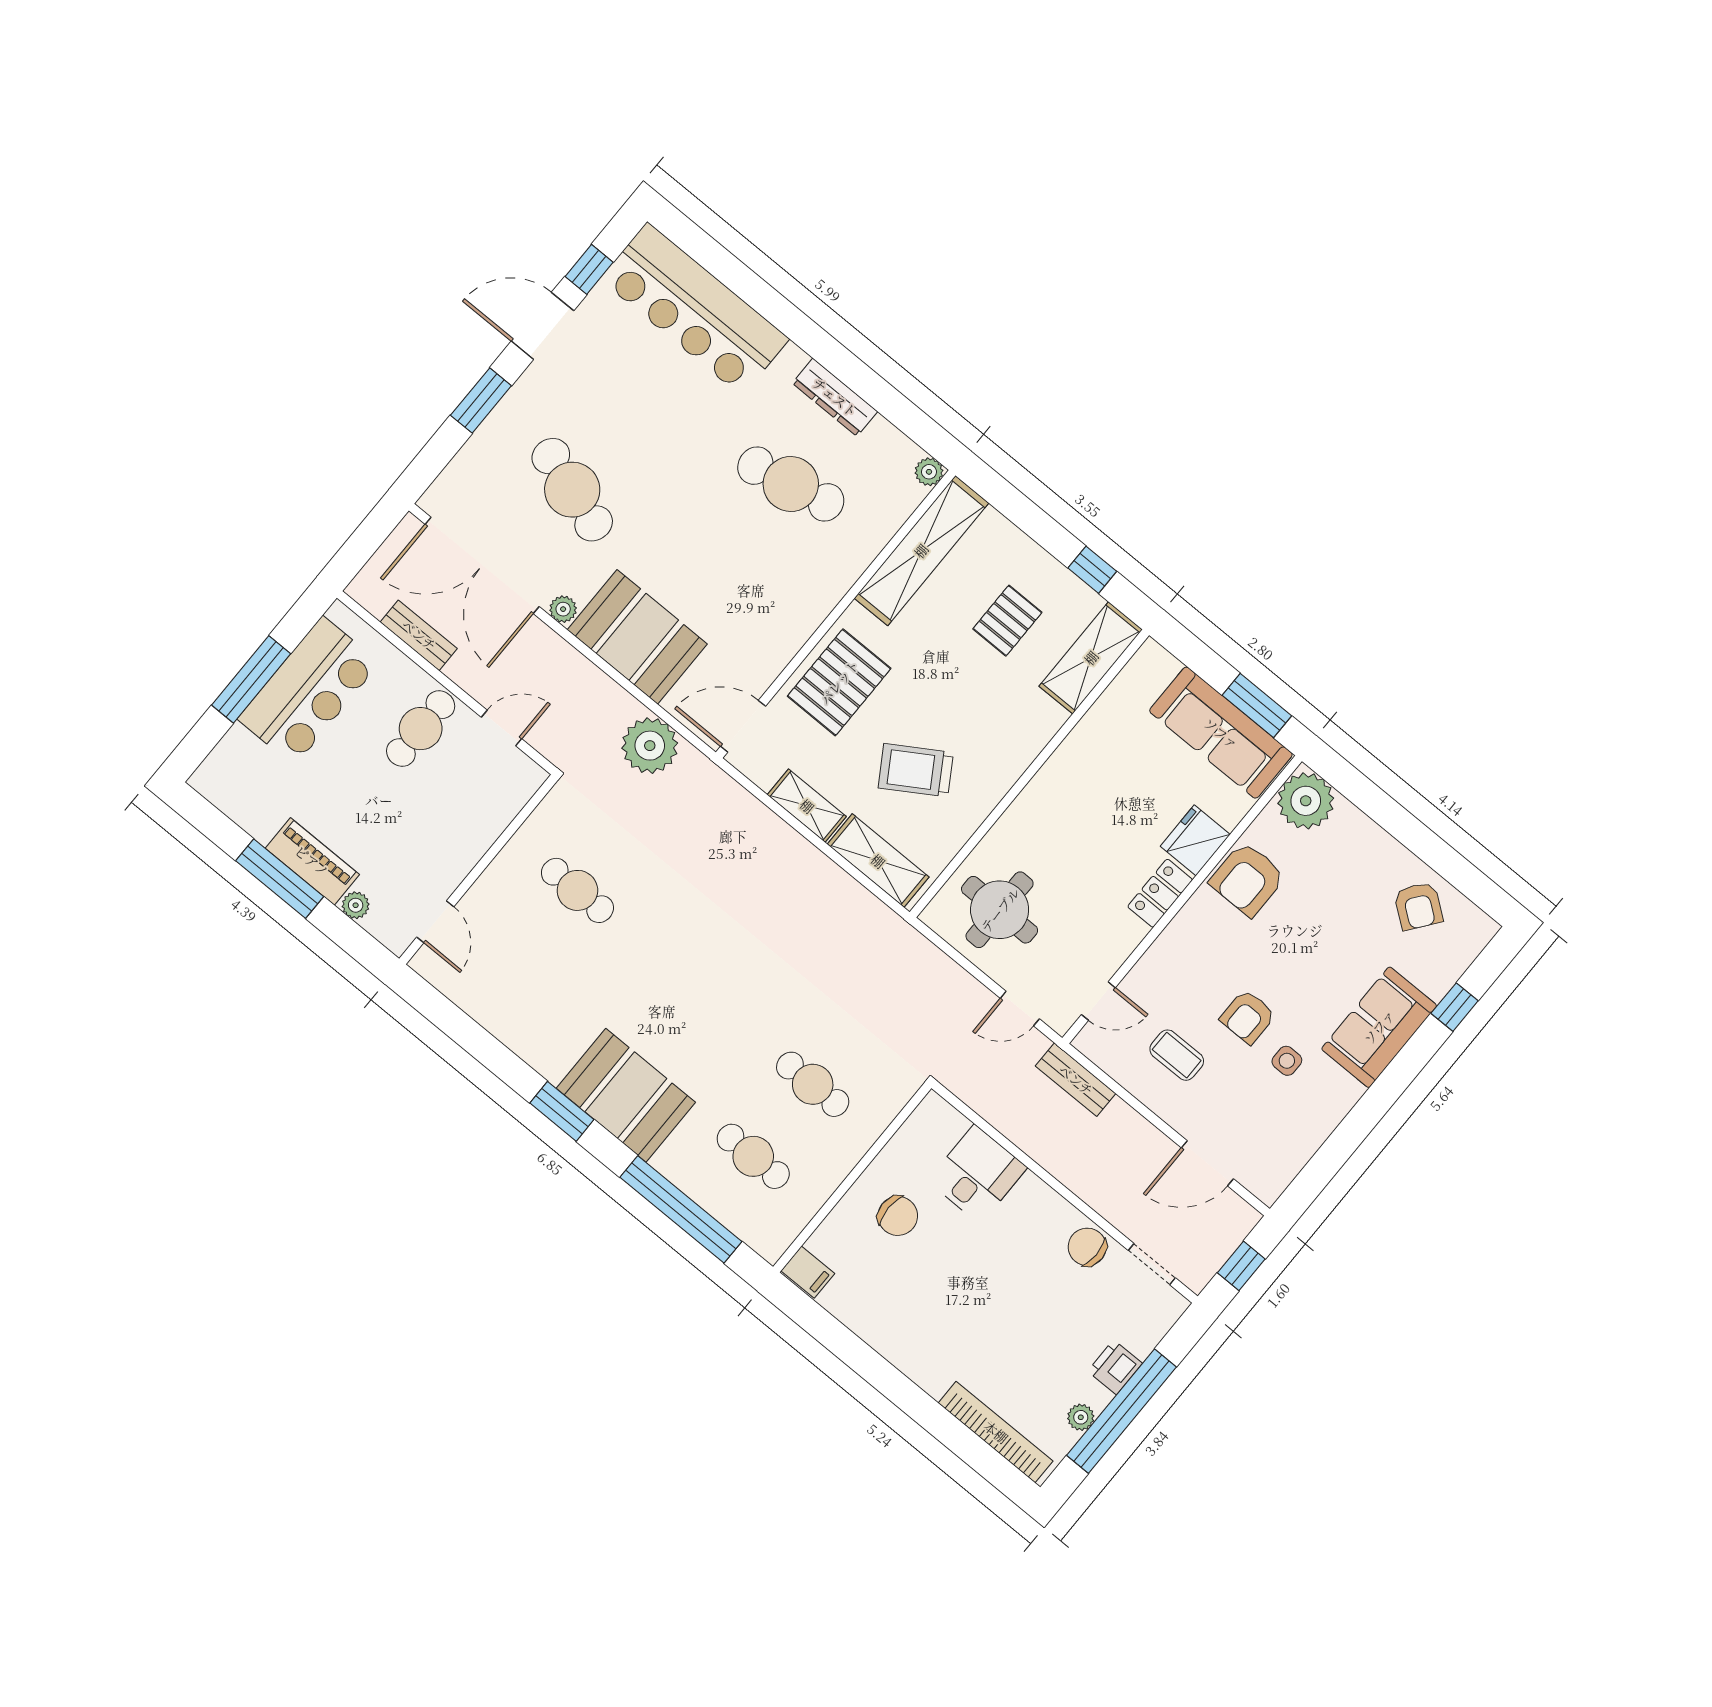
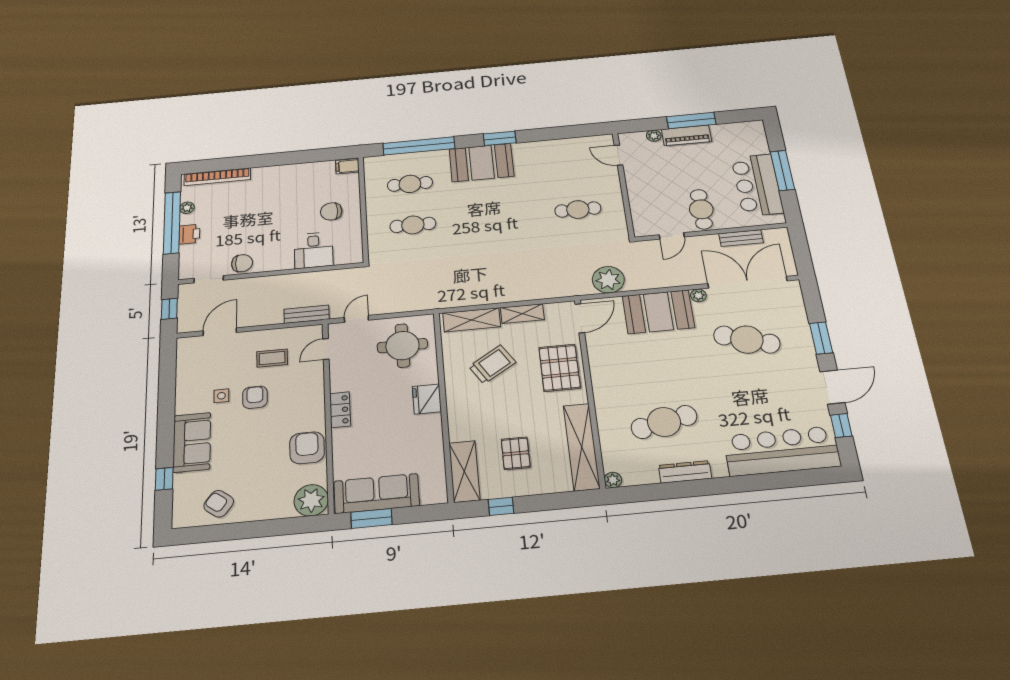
fridge: (1195, 840) -> (427, 399), moved, turned 180

